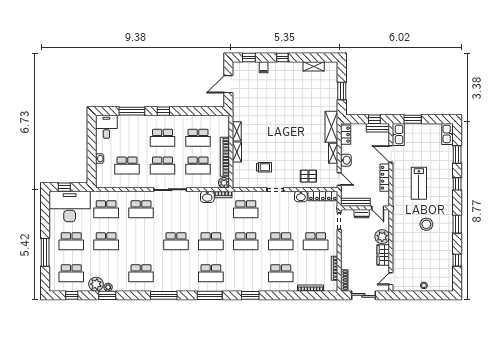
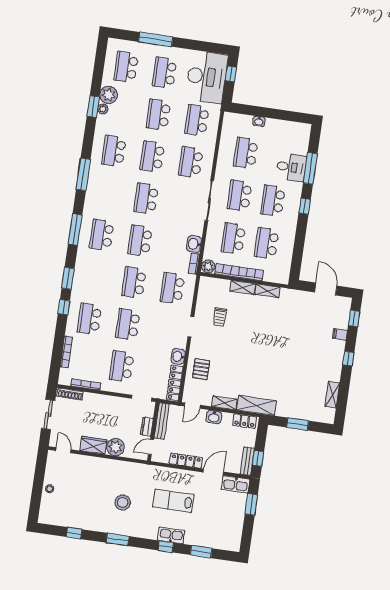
desk: (106, 127) -> (291, 167), moved
kitchen sink: (447, 134) -> (171, 535), moved
school desk: (141, 241) -> (152, 157), added
window: (72, 295) -> (64, 307), moved

